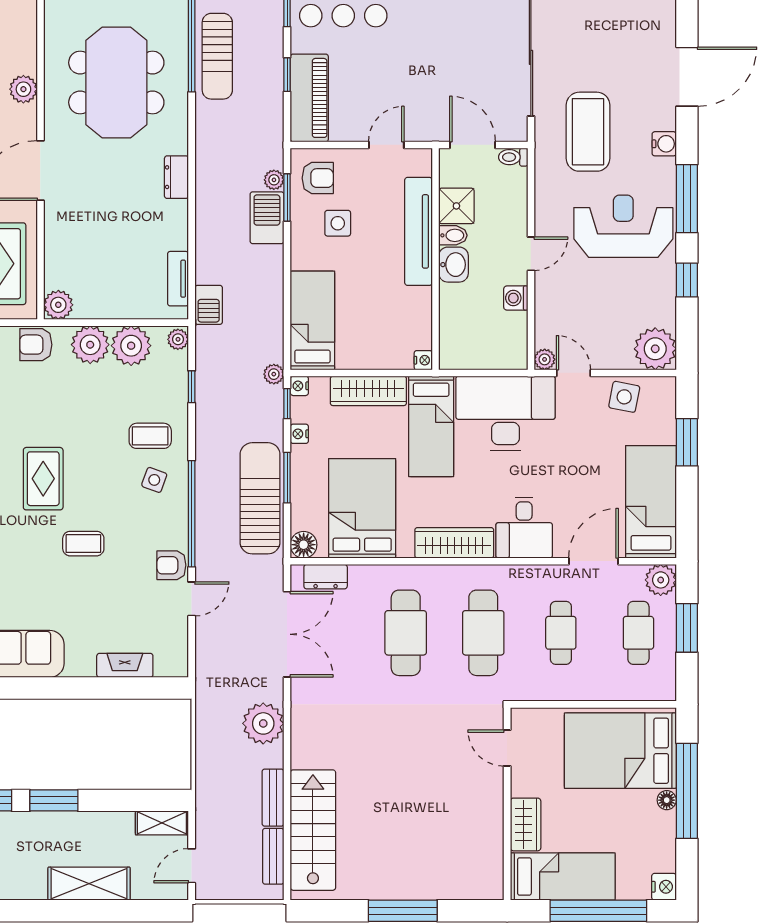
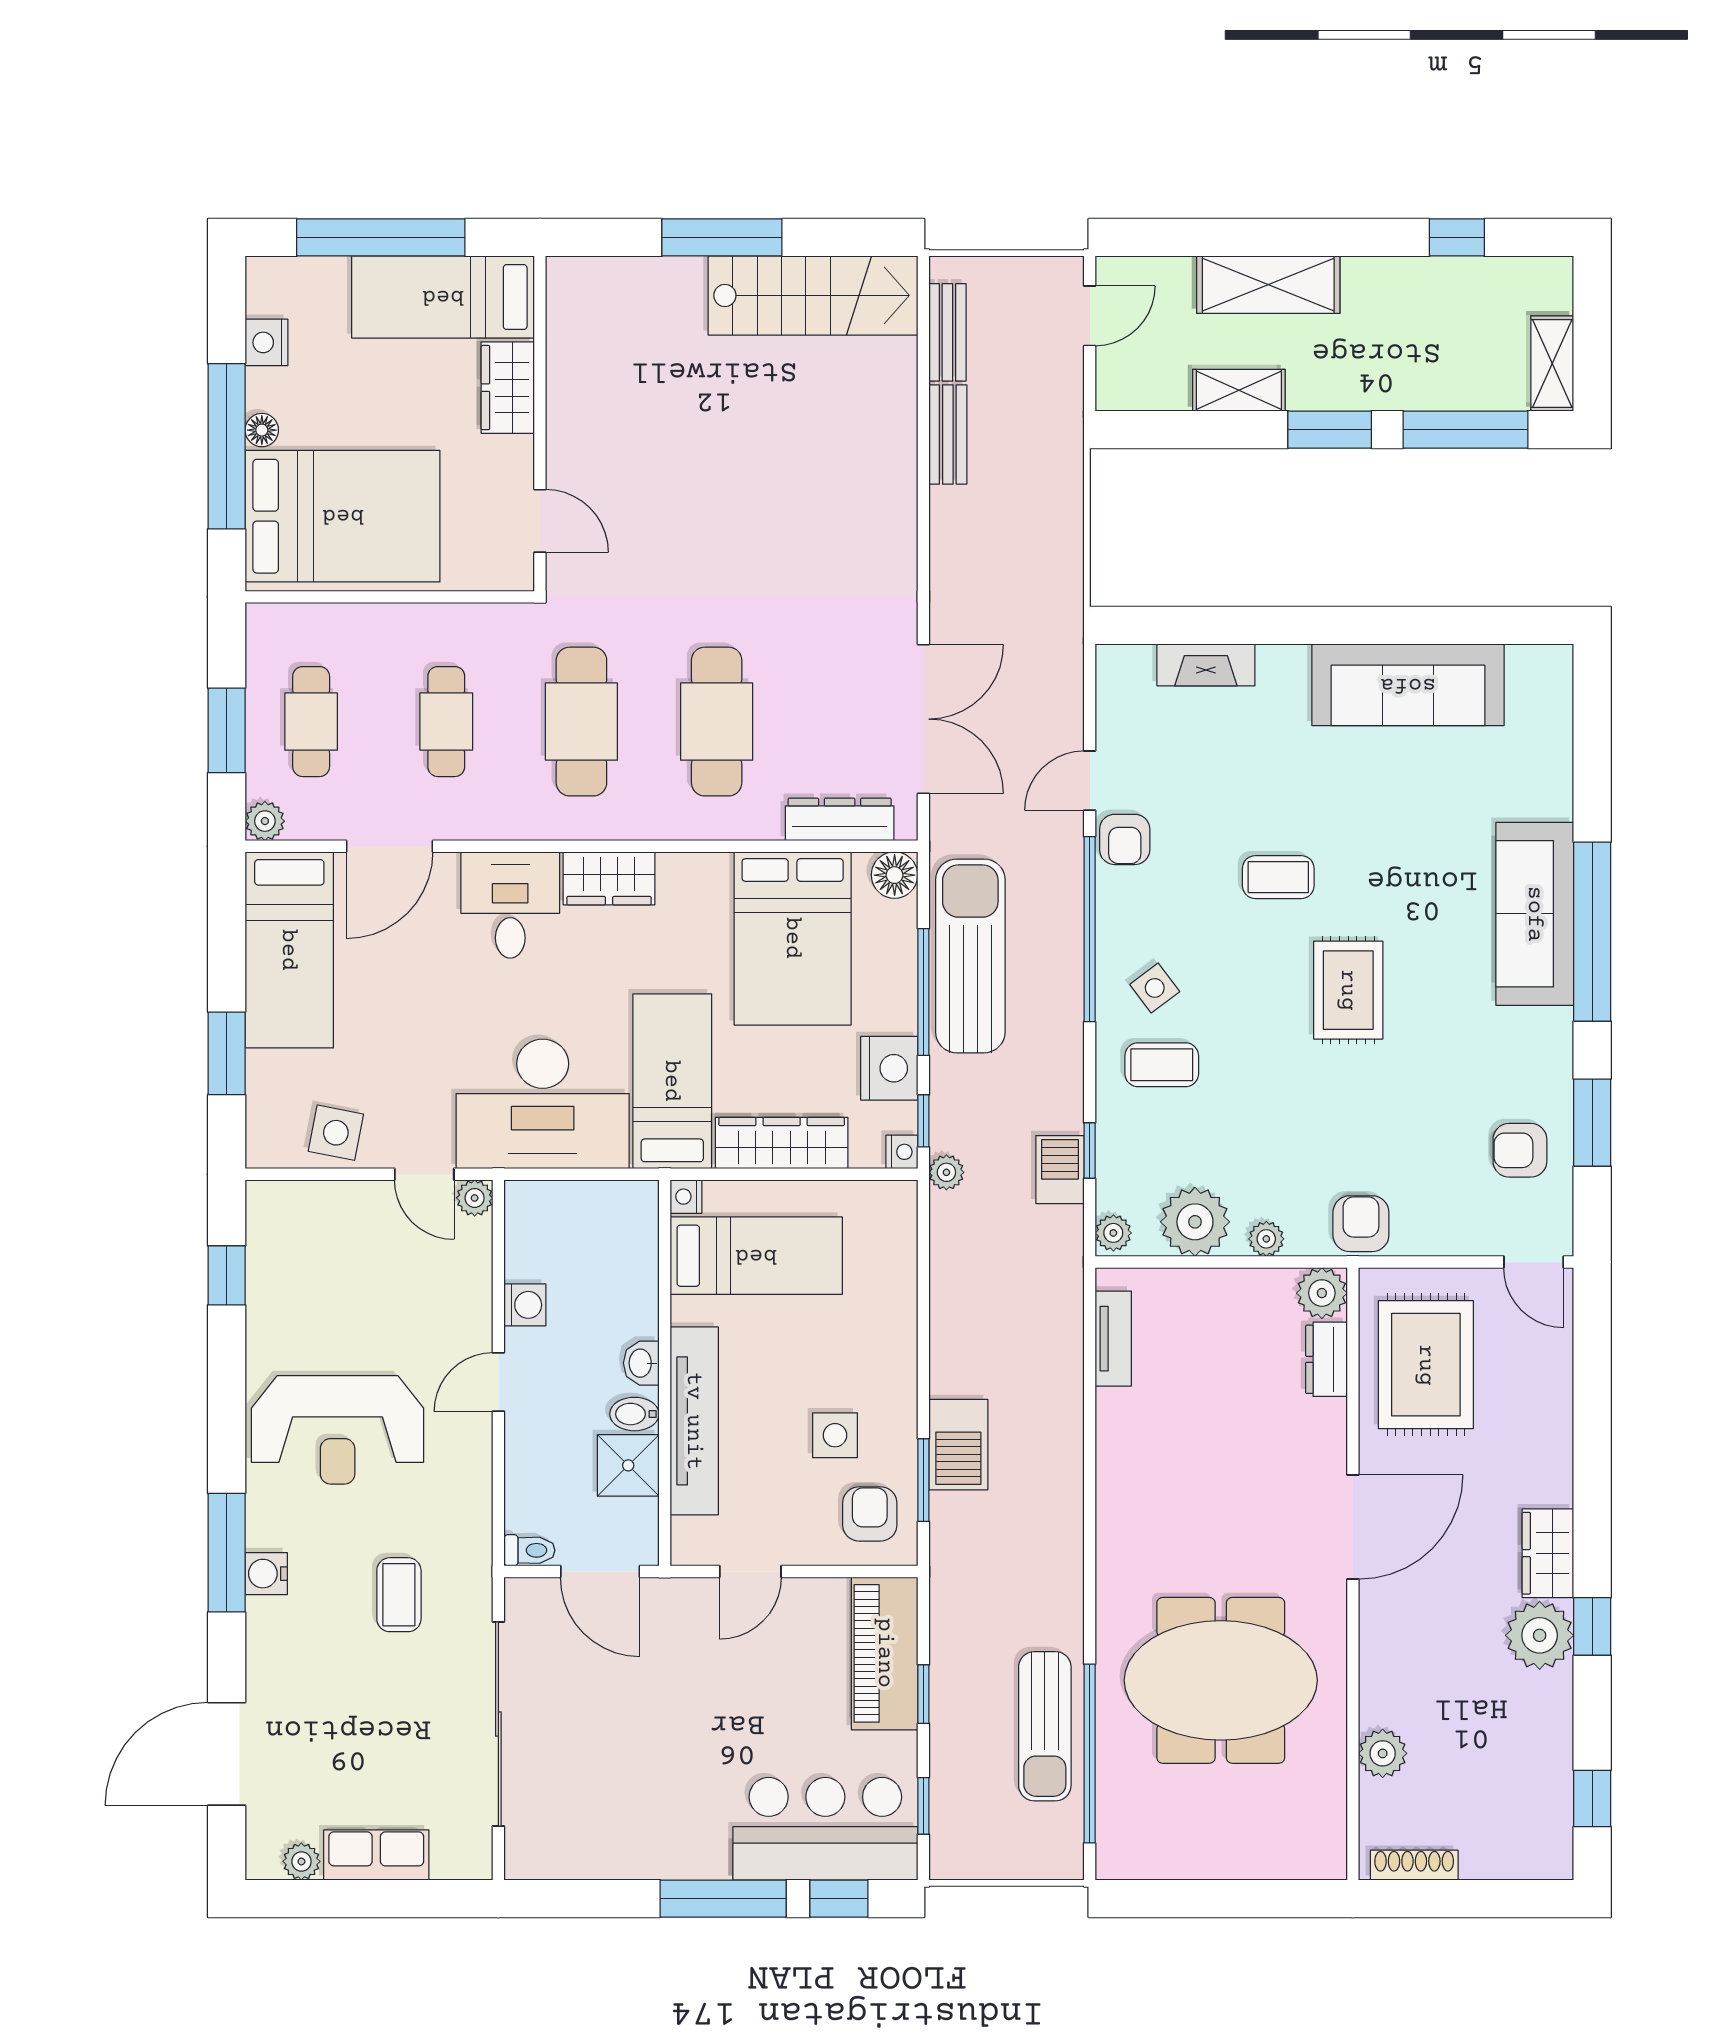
sun lounger: (217, 56) -> (1045, 1726), turned 180
door: (687, 77) -> (227, 1754), moved
meeting table: (116, 83) -> (1221, 1680), turned 90
plant: (23, 89) -> (1383, 1753), moved
coffee table: (588, 132) -> (399, 1595), width x0.54, depth x0.58
dresser: (176, 177) -> (1326, 1359), moved, turned 180
armchair: (318, 178) -> (870, 1514), turned 90
plant: (274, 180) -> (946, 1511), removed
window: (687, 199) -> (227, 1553), moved
washbasin: (453, 265) -> (641, 1363), width x0.72, depth x0.69
window: (687, 280) -> (227, 1275), moved
barbecue: (209, 305) -> (1060, 1170), moved
bed: (312, 320) -> (756, 1256), moved, turned -90
armchair: (36, 345) -> (1361, 1224), turned -90
plant: (90, 345) -> (1266, 1239), width x0.53, depth x0.53
plant: (655, 349) -> (282, 1216), removed
nightstand: (299, 434) -> (889, 1068), width x1.89, depth x1.79
window: (287, 478) -> (923, 992), width x1.44
side table: (154, 480) -> (1155, 988), turned 33
sun lounger: (260, 498) -> (970, 956), turned 180
wardrobe: (454, 543) -> (609, 878), width x0.67
armchair: (171, 565) -> (1125, 839), turned 90
dresser: (326, 577) -> (840, 819), width x1.44
plant: (661, 580) -> (265, 821), width x0.73, depth x0.73
double door: (287, 634) -> (923, 719), swing flipped
plant: (263, 723) -> (965, 564), removed
shelving: (162, 823) -> (1239, 390), moved
stairs: (313, 830) -> (813, 295), moved, turned -90
nightstand: (664, 887) -> (267, 342), moved

